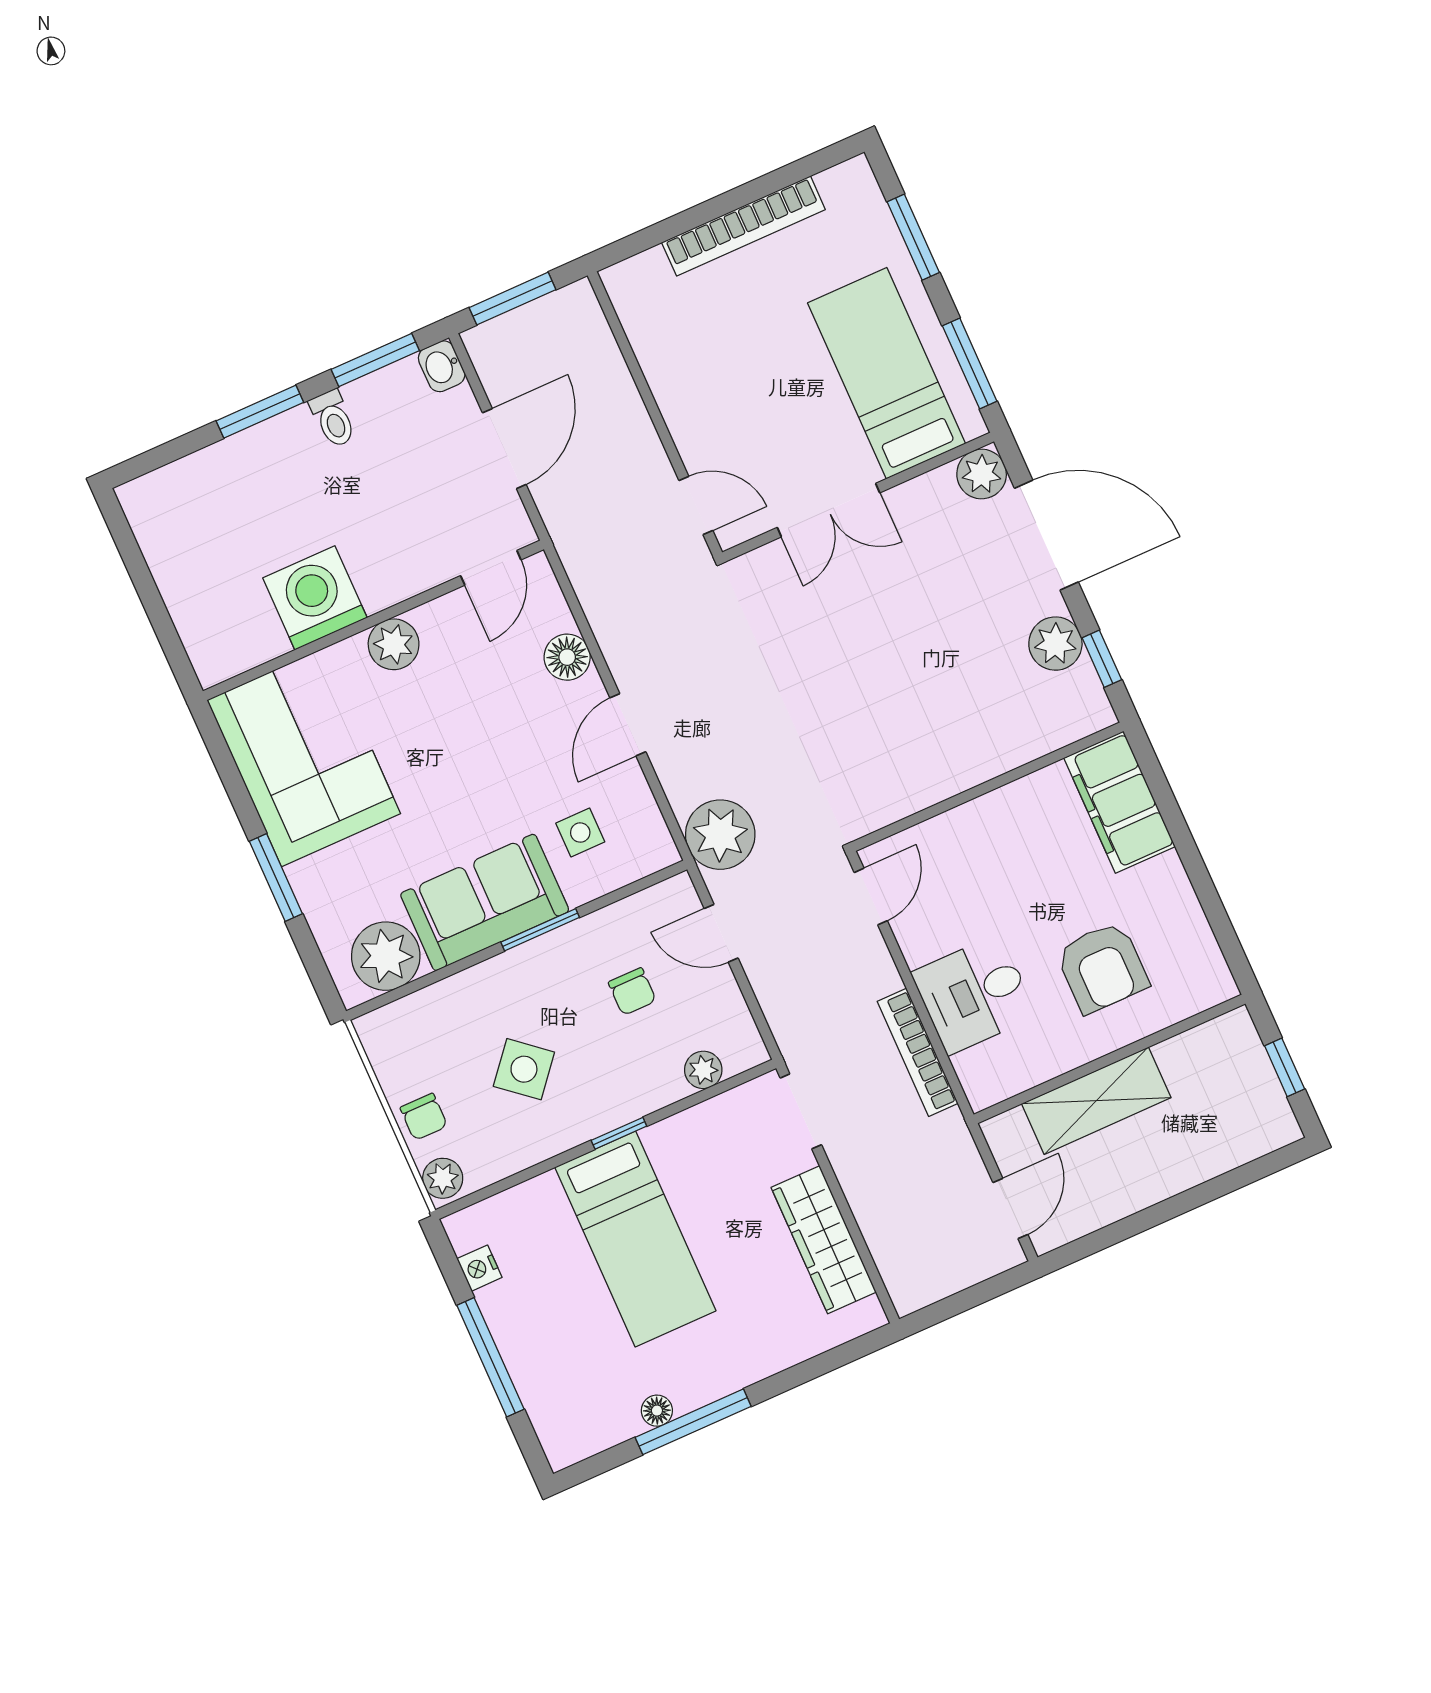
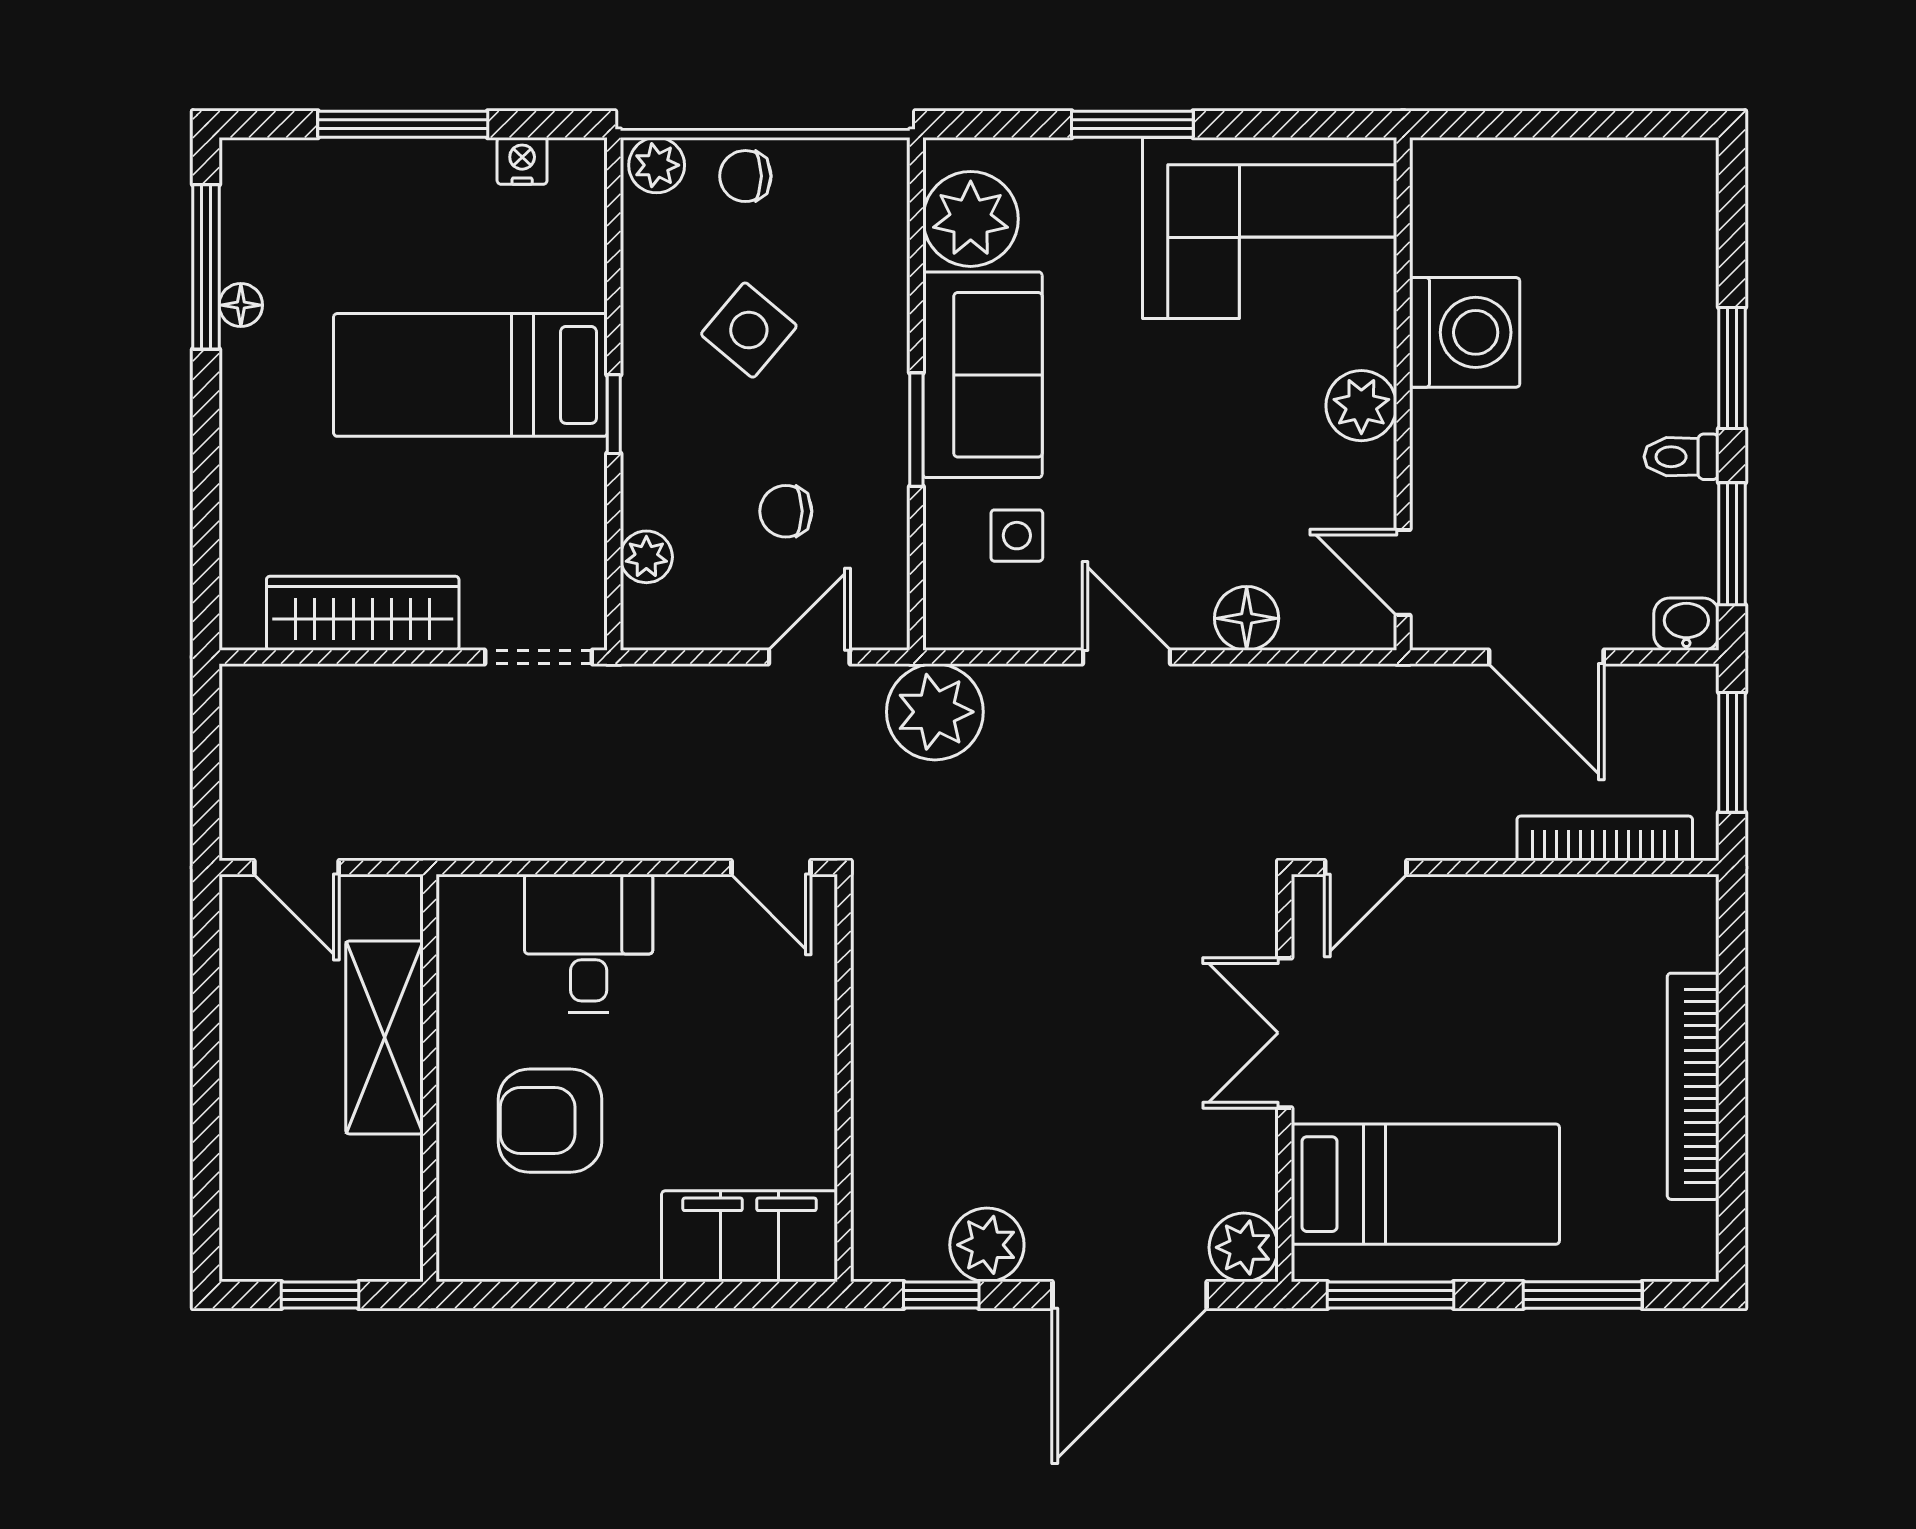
bookcase: (918, 1052) -> (1605, 838), moved
window: (693, 1422) -> (206, 267), moved

